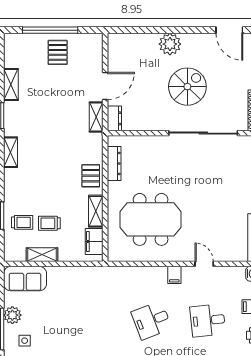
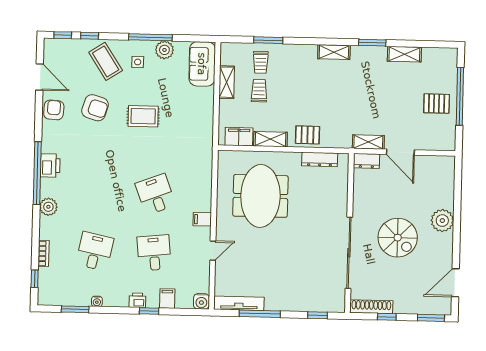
rug: (77, 334) -> (143, 116), added

